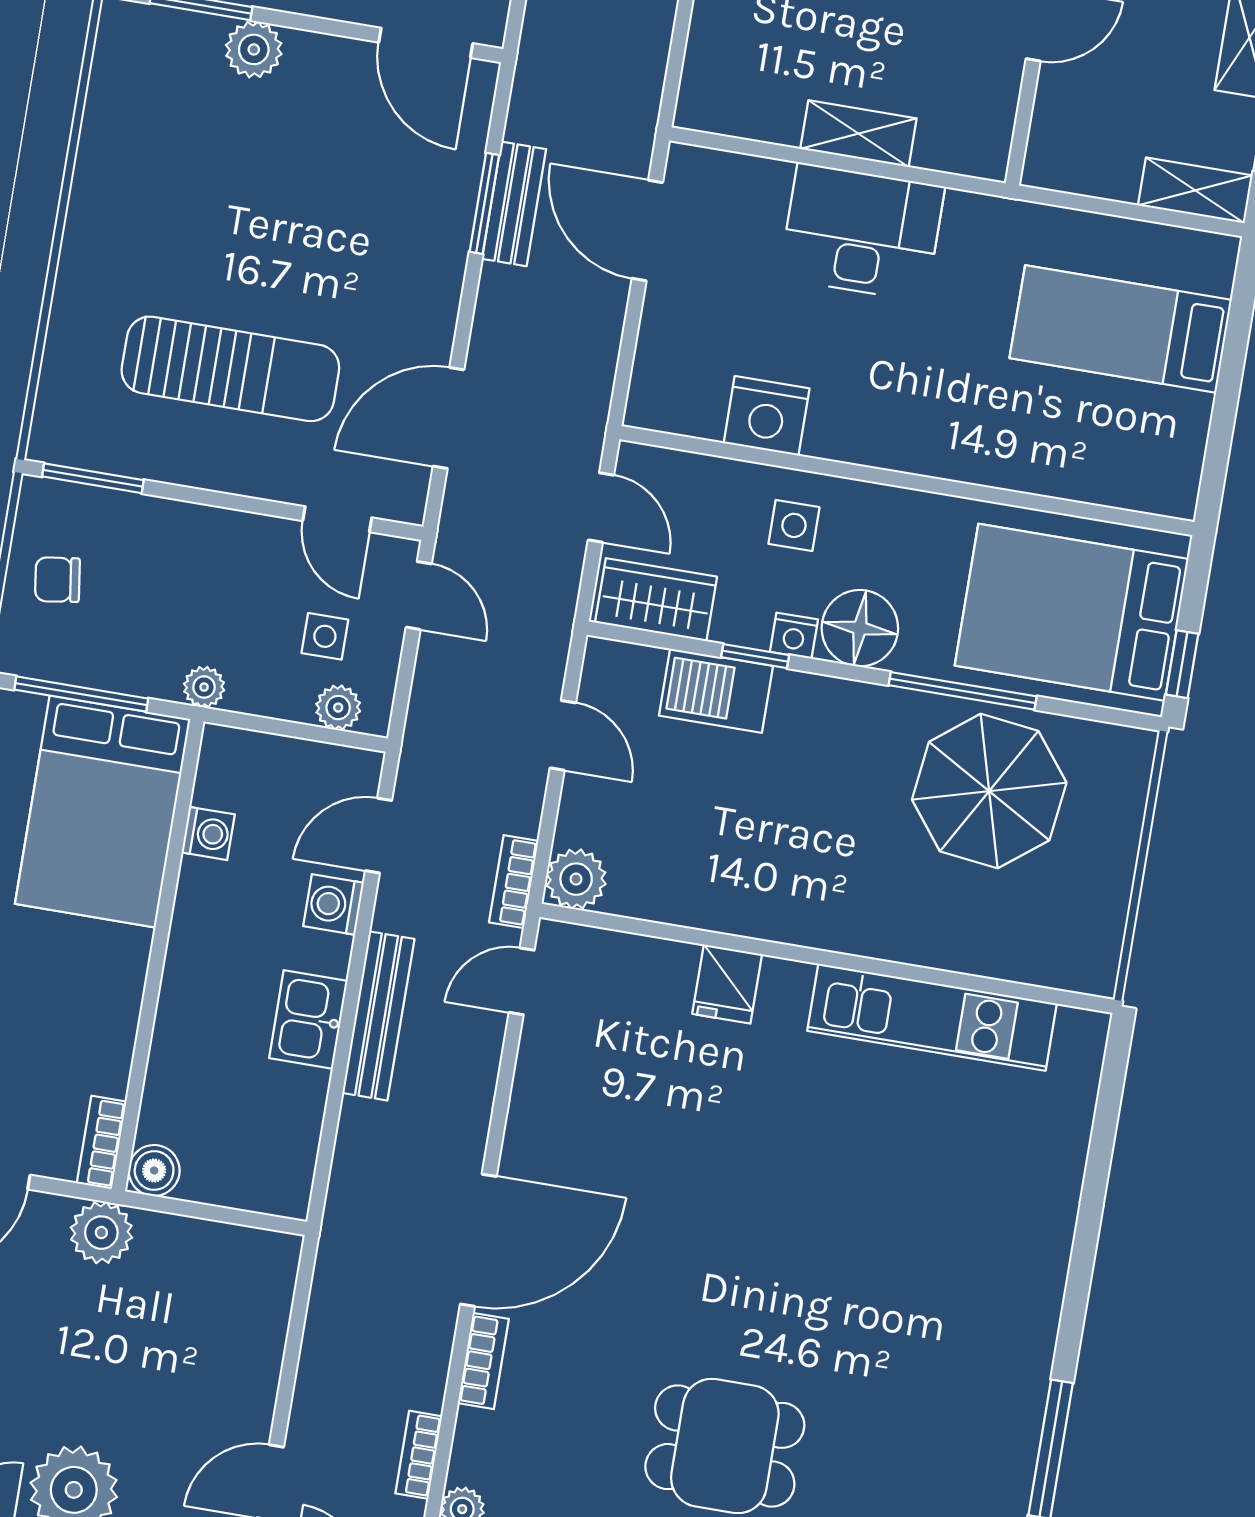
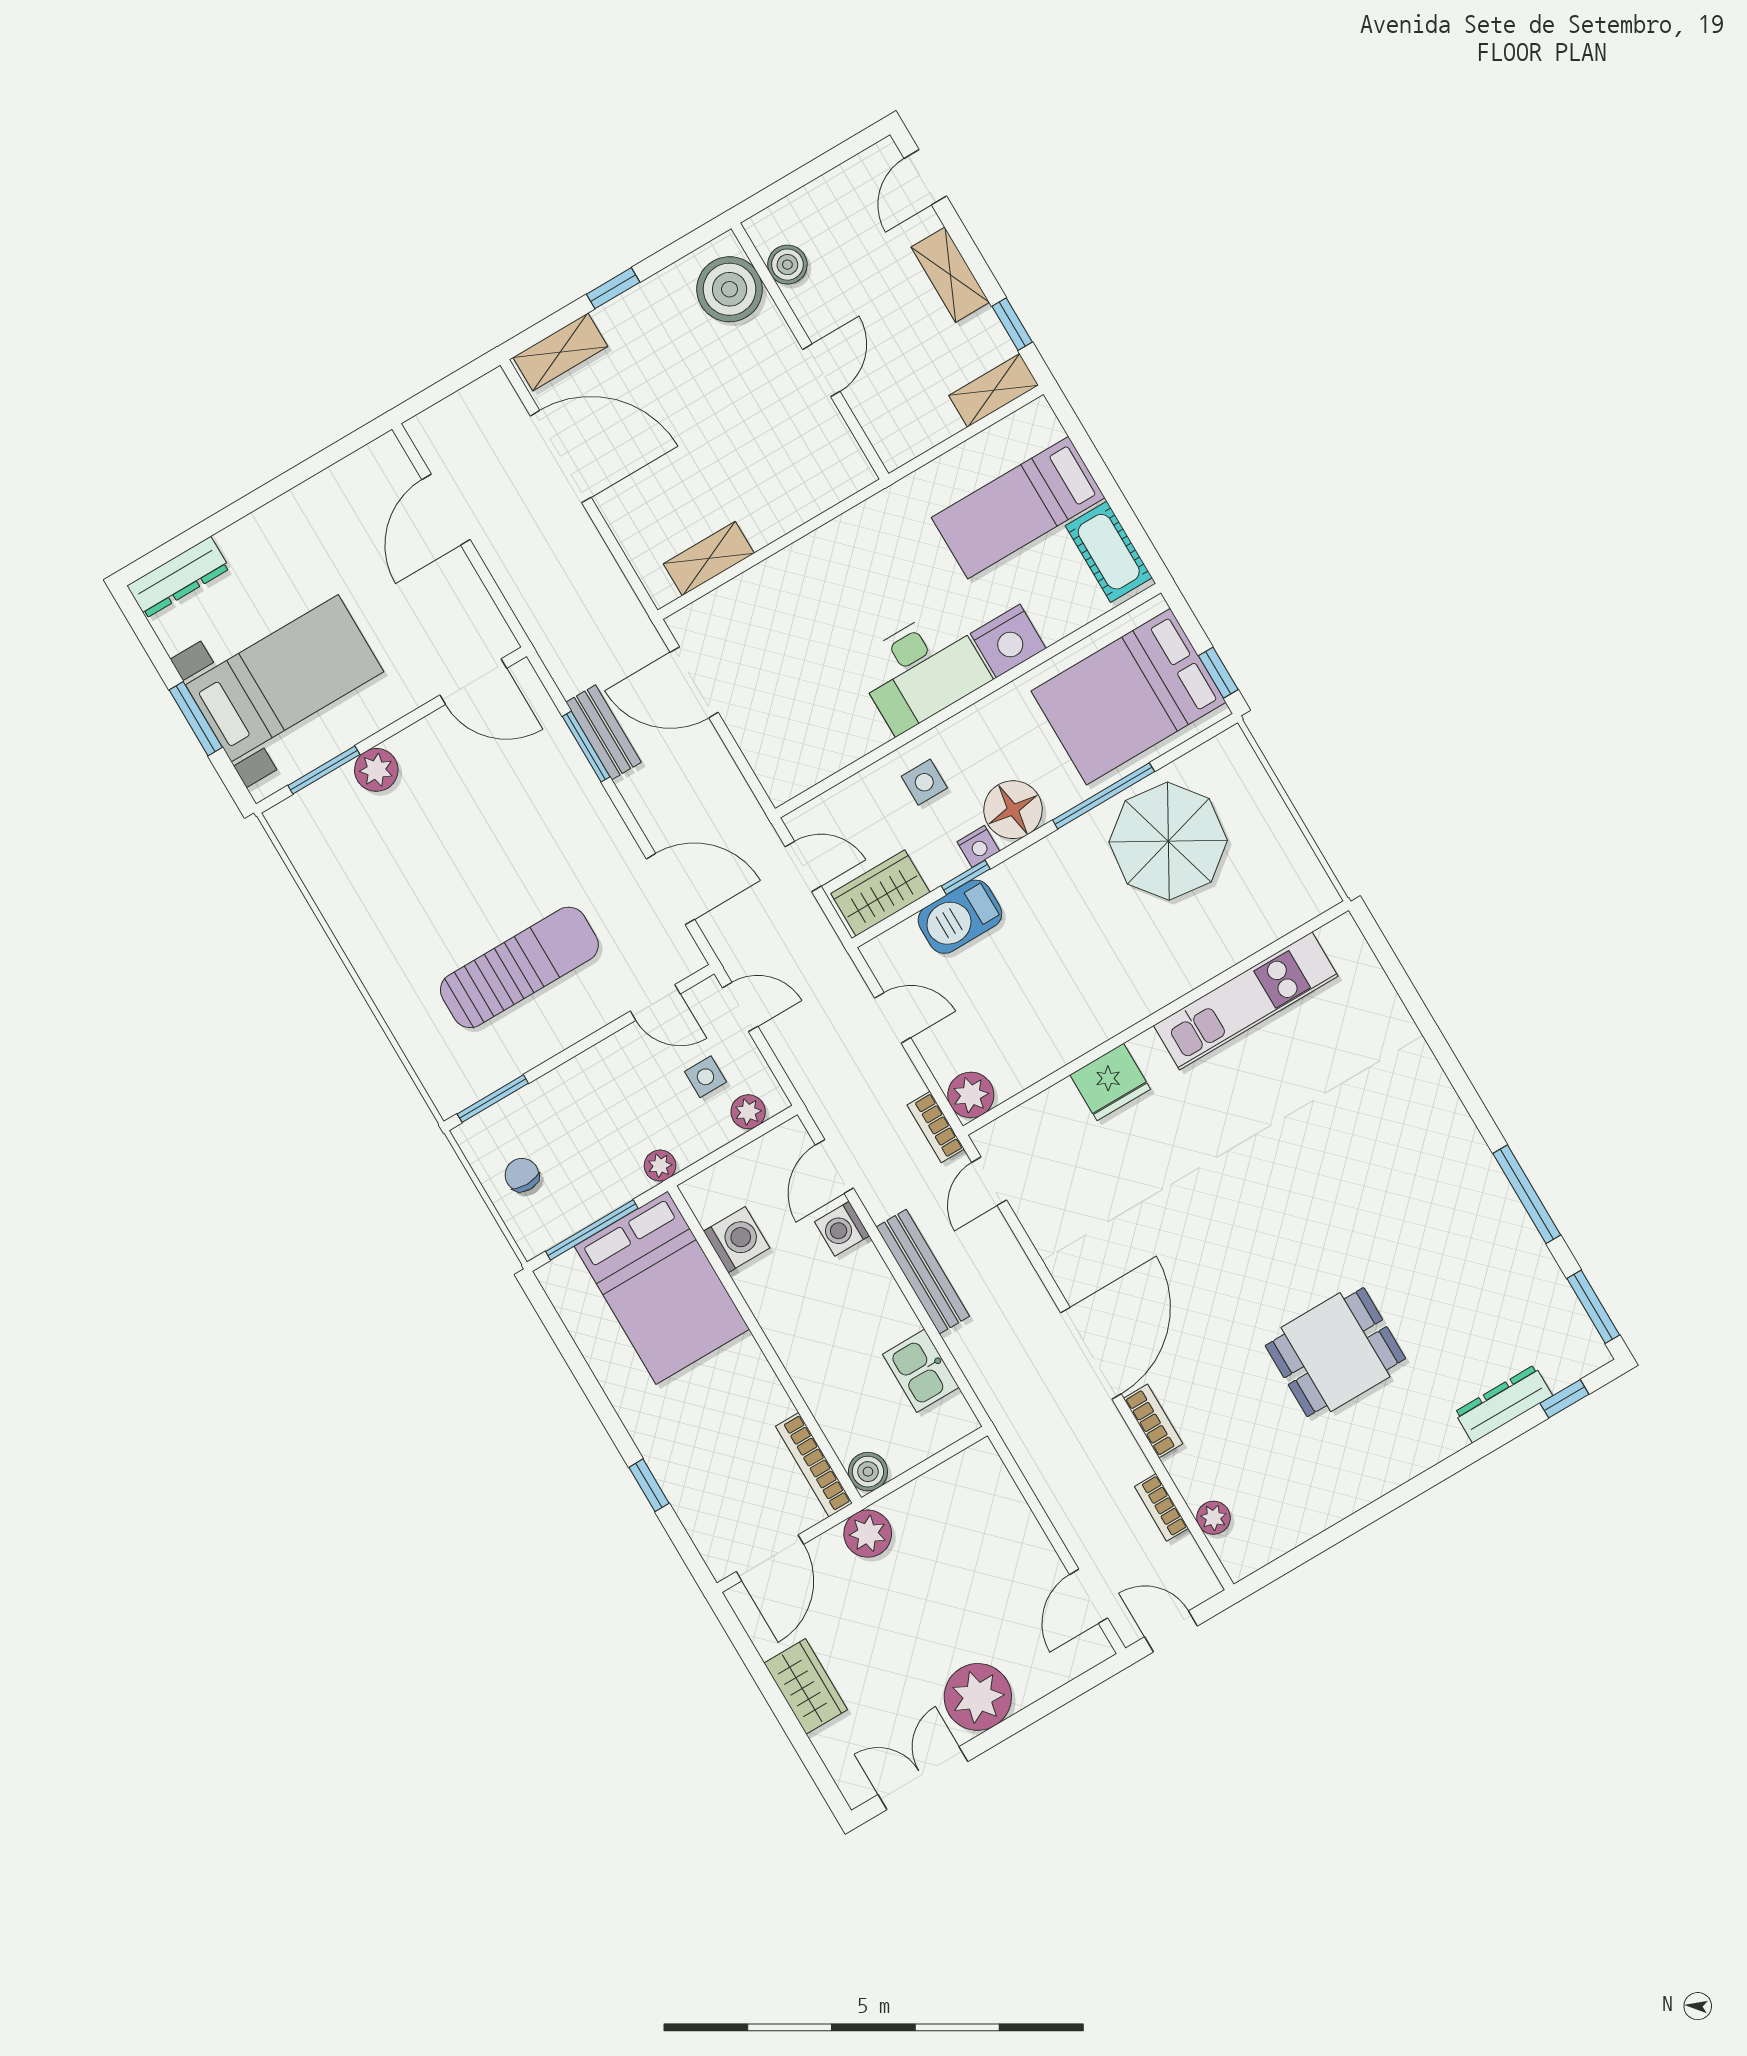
shelving: (858, 134) -> (709, 558), moved
desk: (862, 232) -> (922, 670), moved, turned 180
nightstand: (767, 416) -> (1008, 641), moved
door: (448, 418) -> (670, 889), swing flipped
cot: (1174, 450) -> (1109, 552), added
chair: (57, 580) -> (522, 1175), turned 98
washing machine: (208, 833) -> (737, 1240), width x1.38, depth x1.38
fridge: (727, 984) -> (1110, 1082), width x1.38
kitchen sink: (308, 1019) -> (921, 1371), moved
bookcase: (102, 1142) -> (814, 1465), width x1.56

